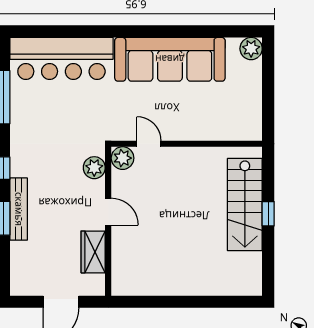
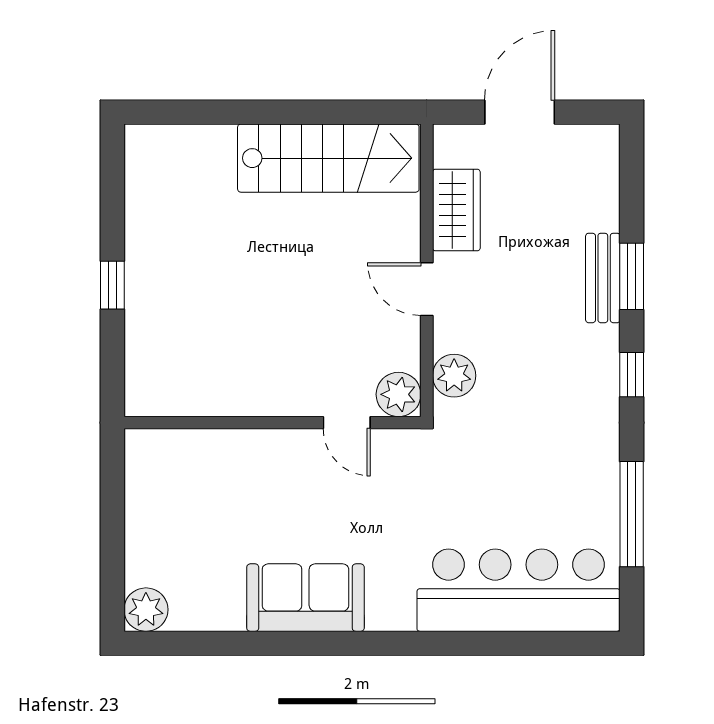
sofa: (170, 59) -> (305, 598), width x0.54, depth x0.79
stairs: (245, 205) -> (328, 158), moved, turned 90
bench: (19, 209) -> (603, 278), width x0.73

